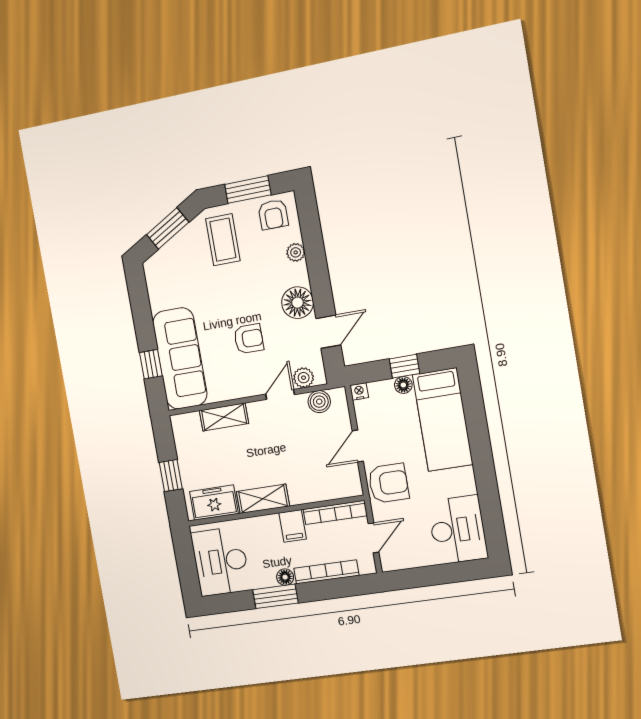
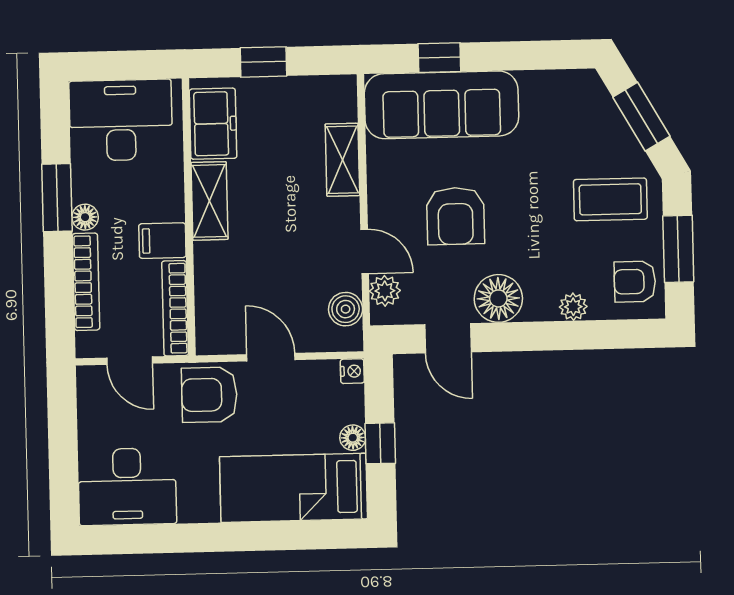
armchair: (249, 339) -> (455, 216), width x1.38, depth x1.38
armchair: (388, 483) -> (209, 395), turned 90

